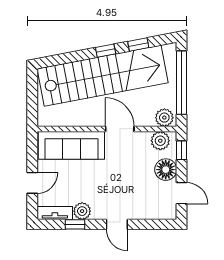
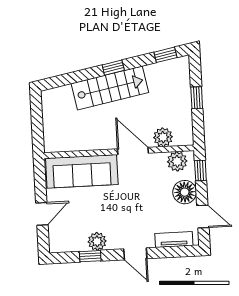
window: (138, 44) -> (166, 55), moved
stairs: (103, 76) -> (110, 88), width x0.54, depth x0.66
window: (181, 83) -> (197, 98), width x0.32
plant: (164, 118) -> (163, 137), moved
tv unit: (55, 213) -> (174, 239), moved

